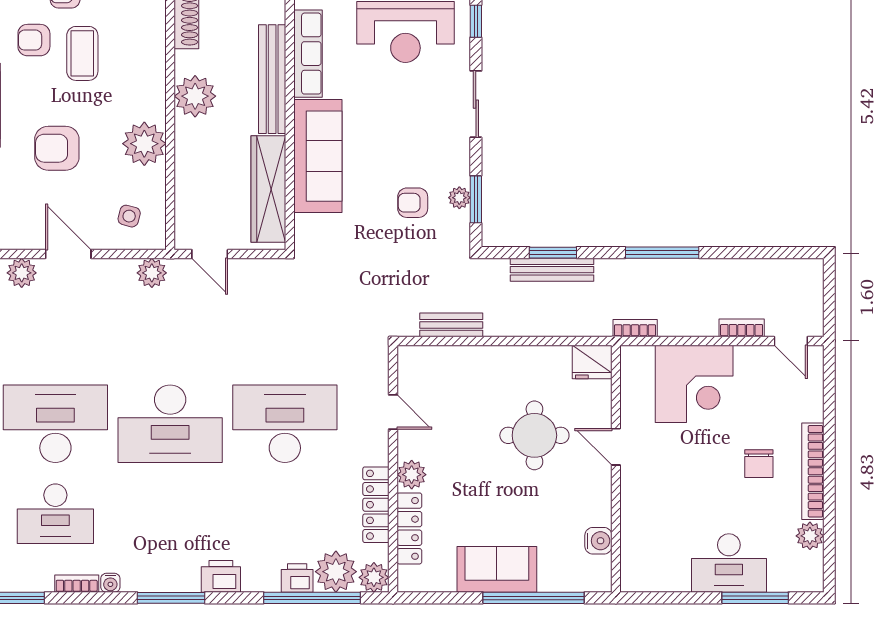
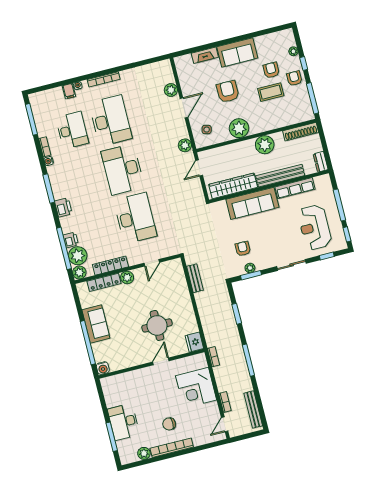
bench: (552, 270) -> (253, 409), moved
desk: (55, 514) -> (72, 130), turned 180
water cooler: (598, 541) -> (103, 368), moved

